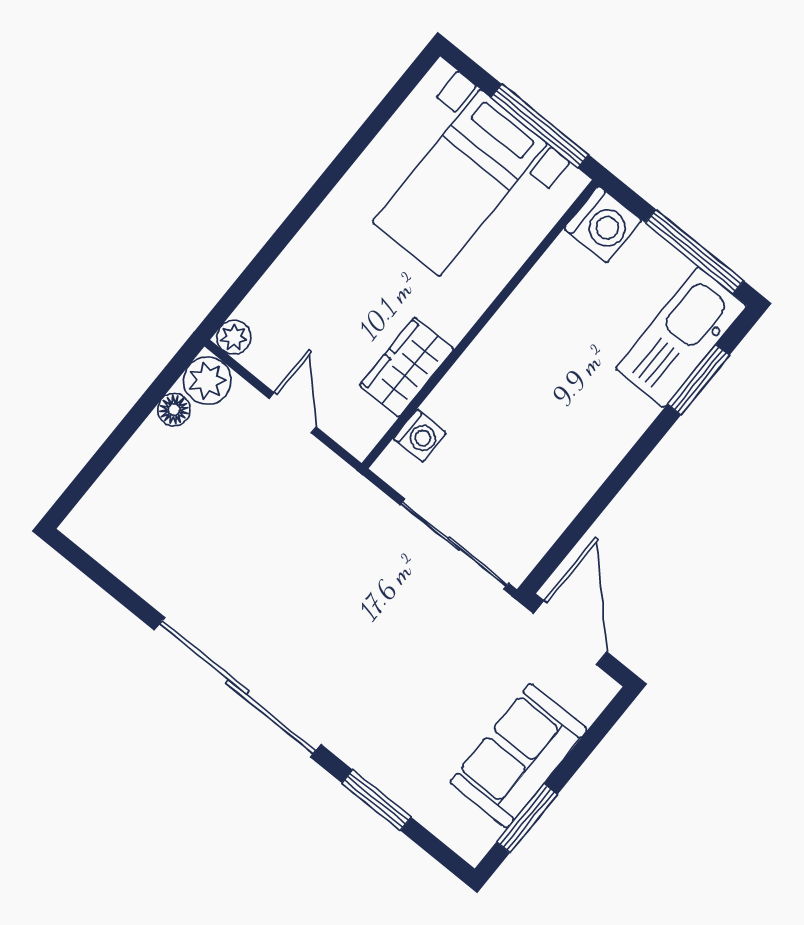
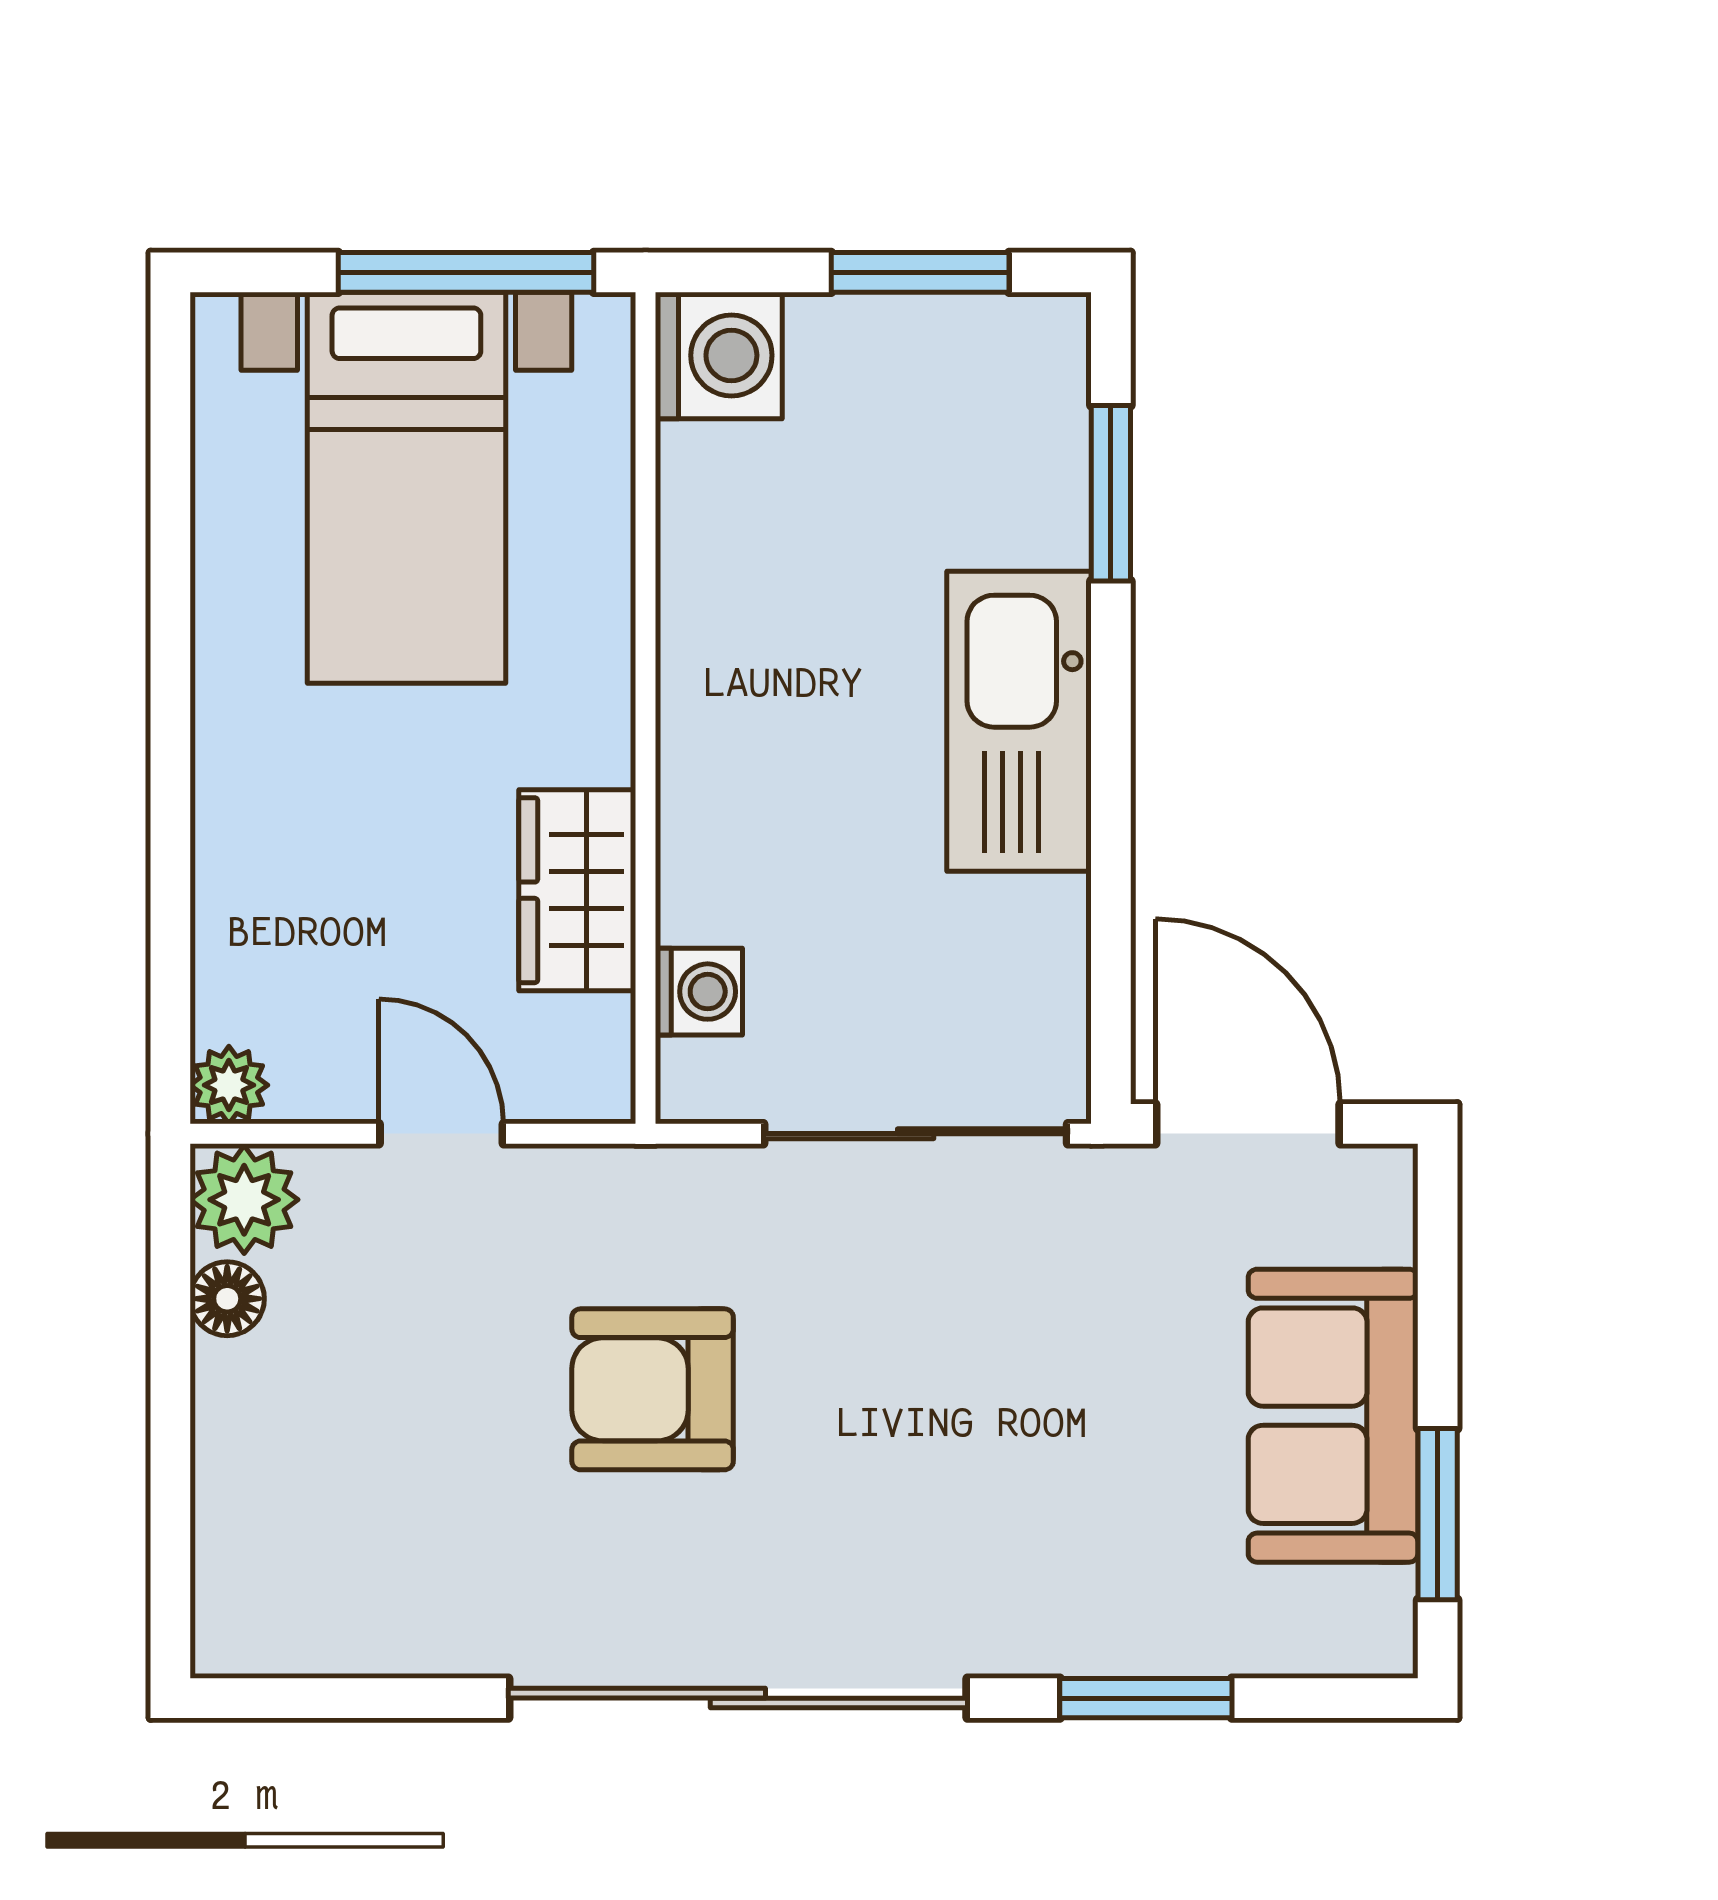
window: (694, 252) -> (920, 272), width x0.69
kitchen sink: (681, 337) -> (1019, 721), moved
armchair: (294, 558) -> (653, 1389), added

